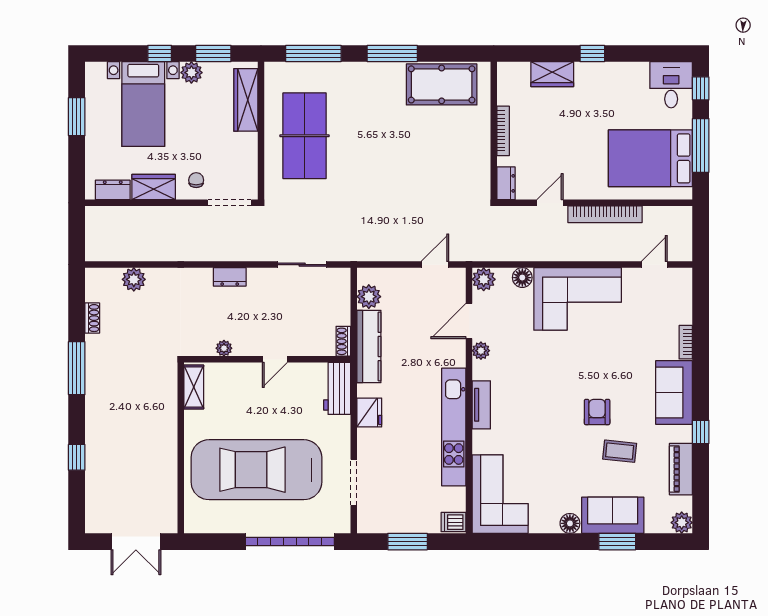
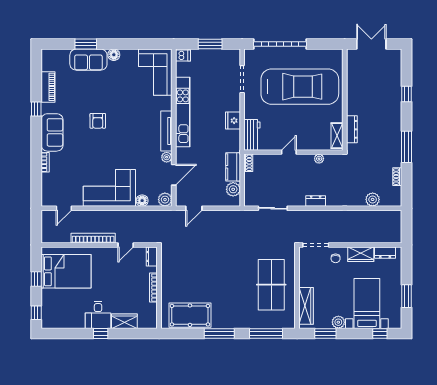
window: (160, 54) -> (380, 333), moved
desk: (671, 85) -> (98, 315), moved
window: (701, 145) -> (36, 279), width x0.46
kitchen counter: (369, 347) -> (233, 167), width x0.67
dresser: (169, 398) -> (352, 129), added
tv unit: (481, 405) -> (166, 131), width x1.41
coffee table: (620, 451) -> (84, 98), removed
plant: (682, 523) -> (48, 55), removed

